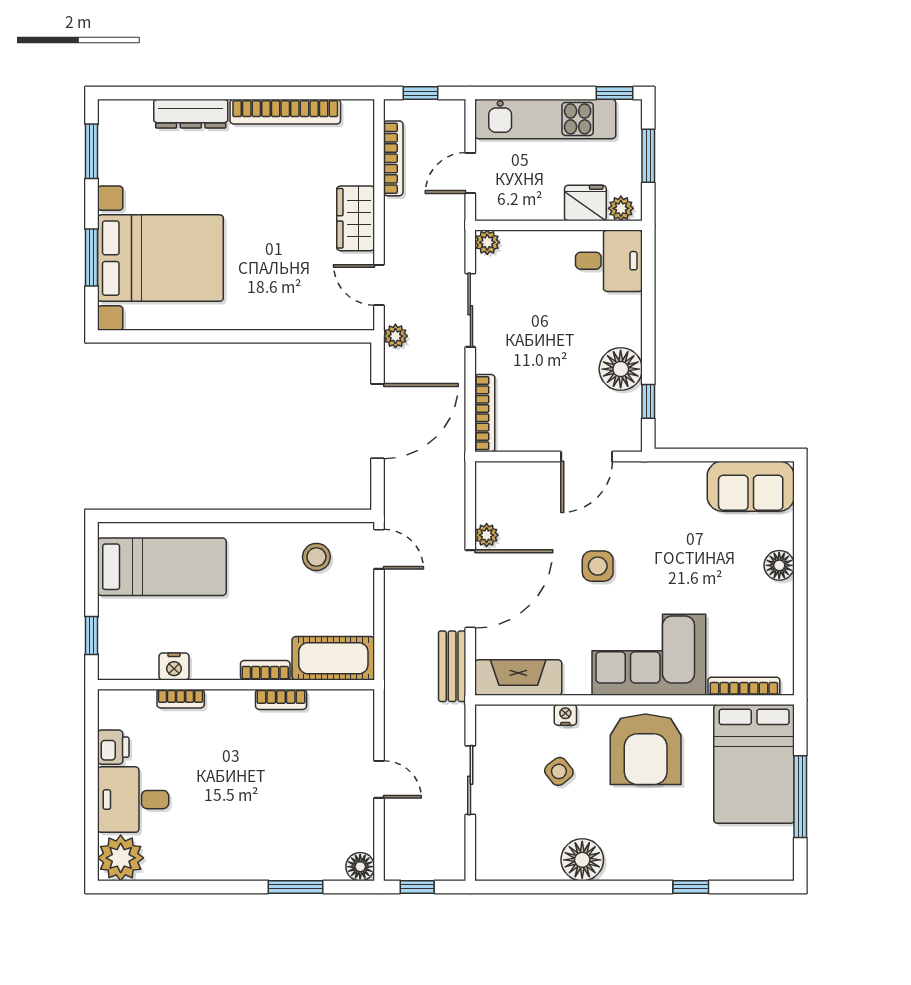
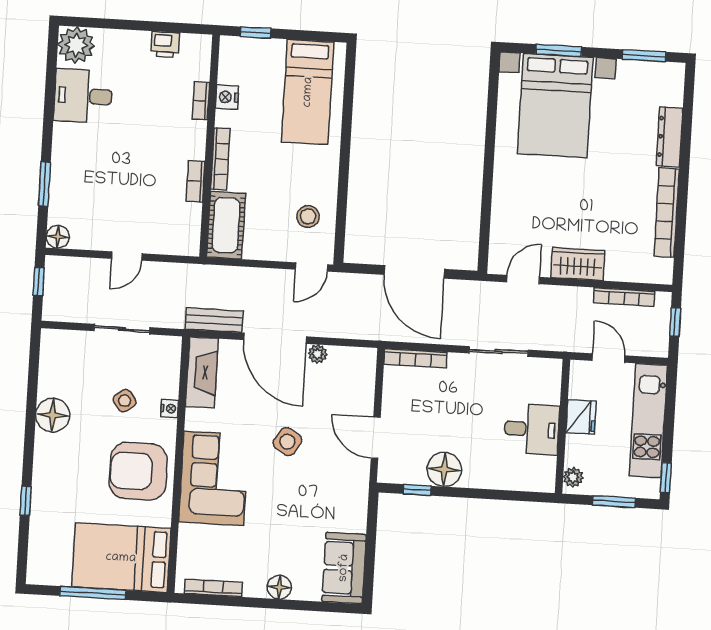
fridge: (585, 203) -> (581, 417), moved
plant: (487, 242) -> (552, 368), removed
desk: (609, 261) -> (532, 429), moved, turned -90
plant: (395, 336) -> (481, 290), removed
side table: (598, 566) -> (287, 442), turned 32
bookcase: (265, 670) -> (220, 159), width x1.56
bookcase: (744, 686) -> (213, 588), moved, turned -90
desk: (133, 800) -> (83, 96), moved, turned -90

